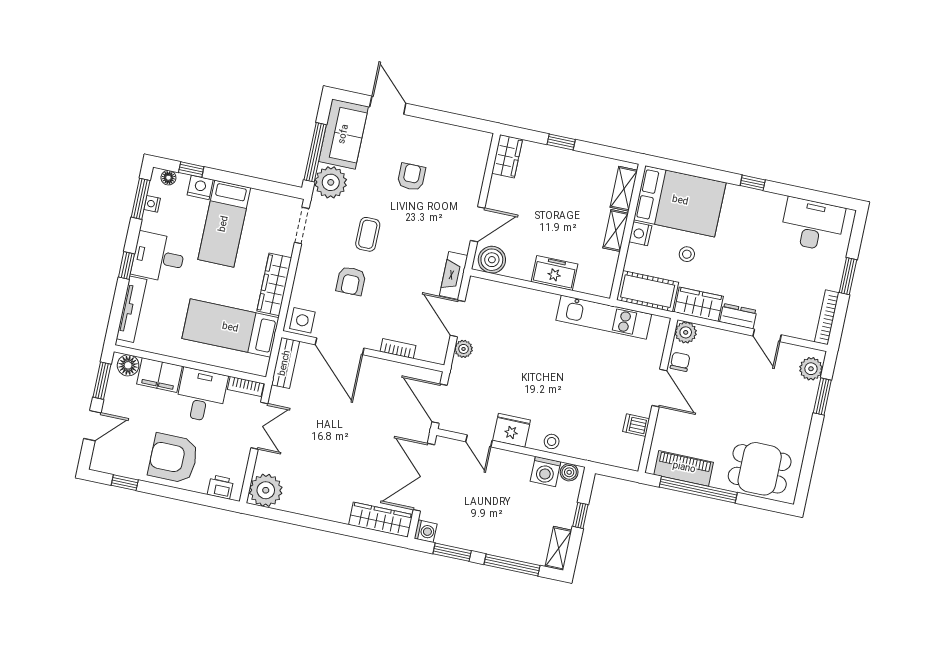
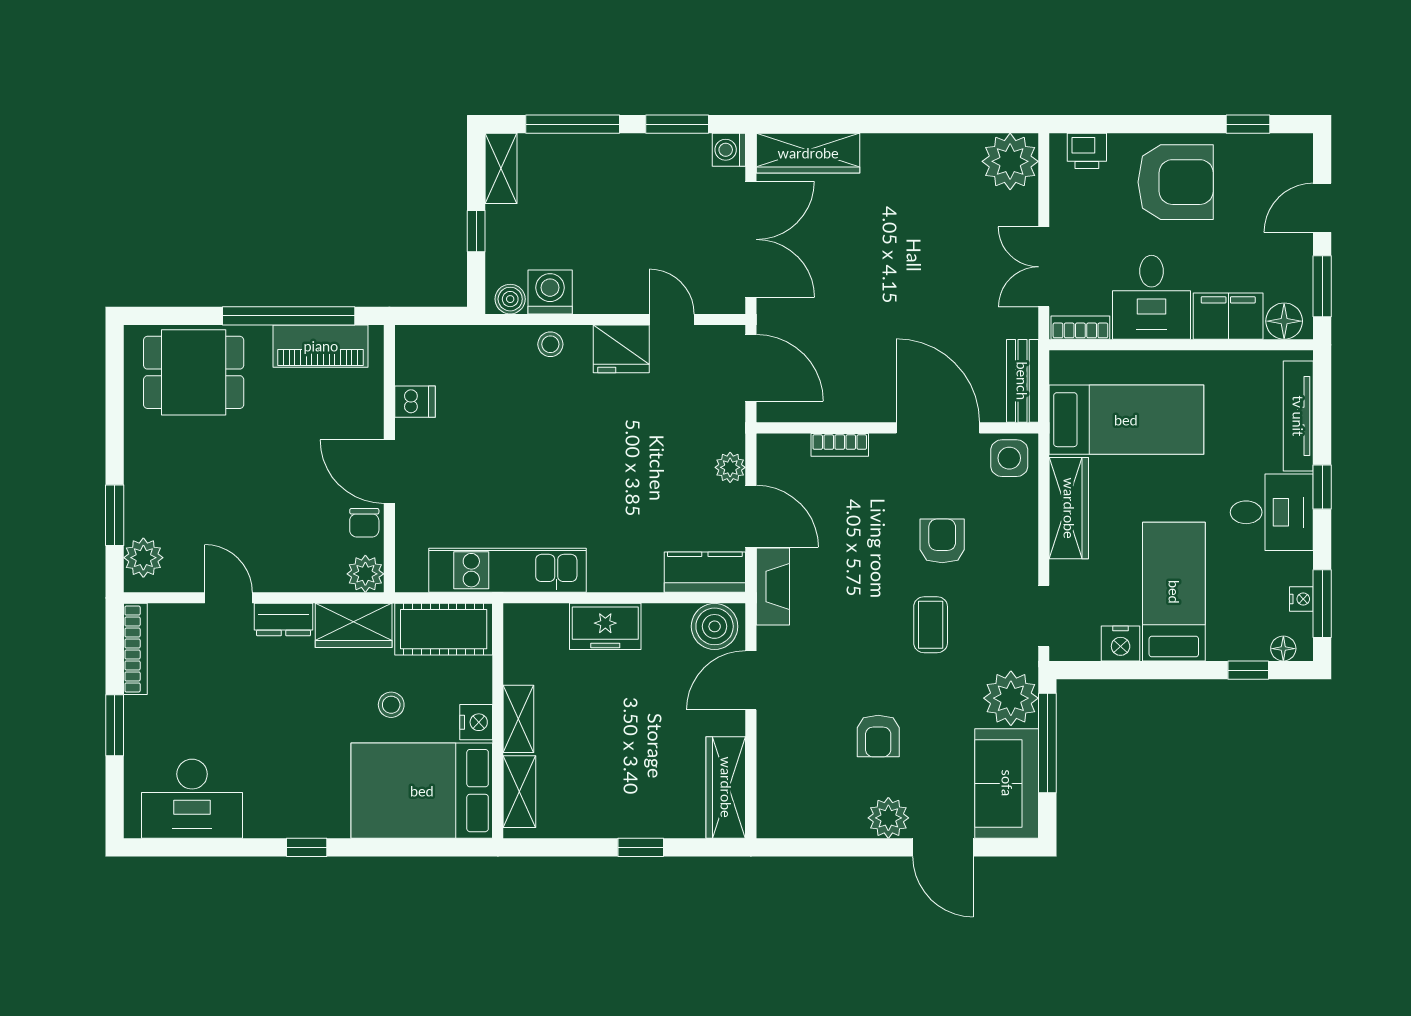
plant: (415, 129) -> (888, 818), added
wardrobe: (507, 156) -> (726, 787), width x1.50
nightstand: (200, 187) -> (1121, 644), moved
kitchen counter: (491, 292) -> (705, 572), added

